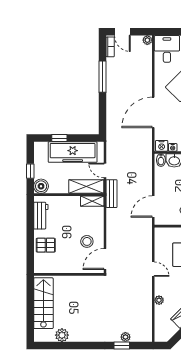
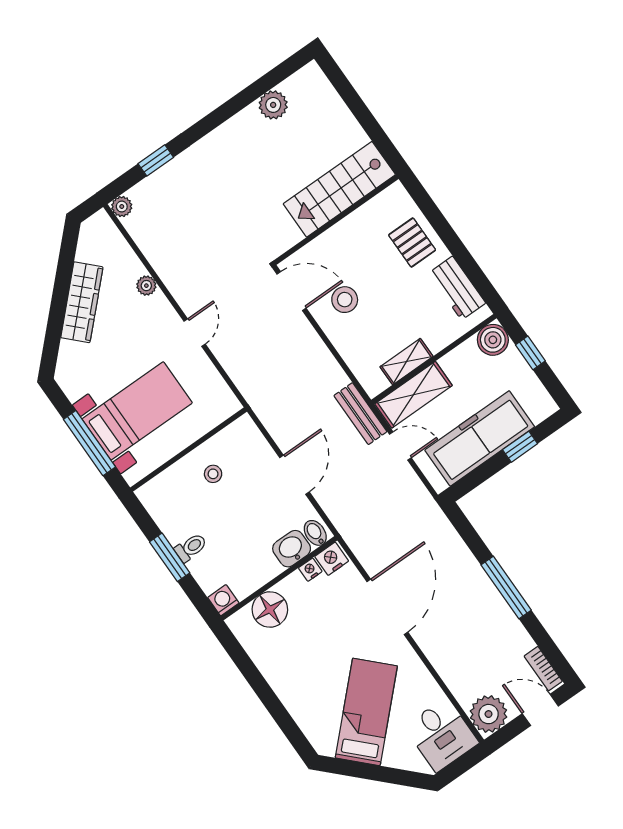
plant: (147, 40) -> (489, 714), width x1.88, depth x1.88
window: (103, 77) -> (506, 588), moved
shelving: (92, 201) -> (406, 362), moved
door: (153, 207) -> (294, 475), moved
pallet: (46, 245) -> (412, 243), turned 90
door: (105, 259) -> (291, 291), hinge flipped
door: (153, 269) -> (195, 333), swing flipped
stairs: (43, 303) -> (339, 189), moved, turned 90
plant: (125, 337) -> (122, 207), moved

